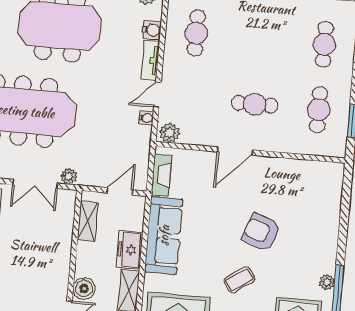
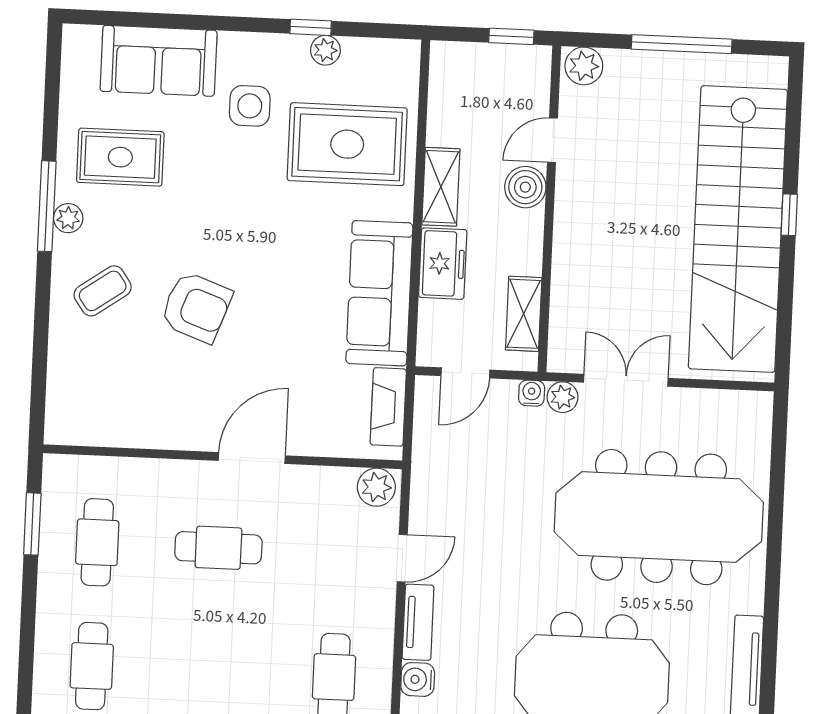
water cooler: (146, 118) -> (532, 393), moved, turned 90
coffee table: (239, 280) -> (103, 291), moved

